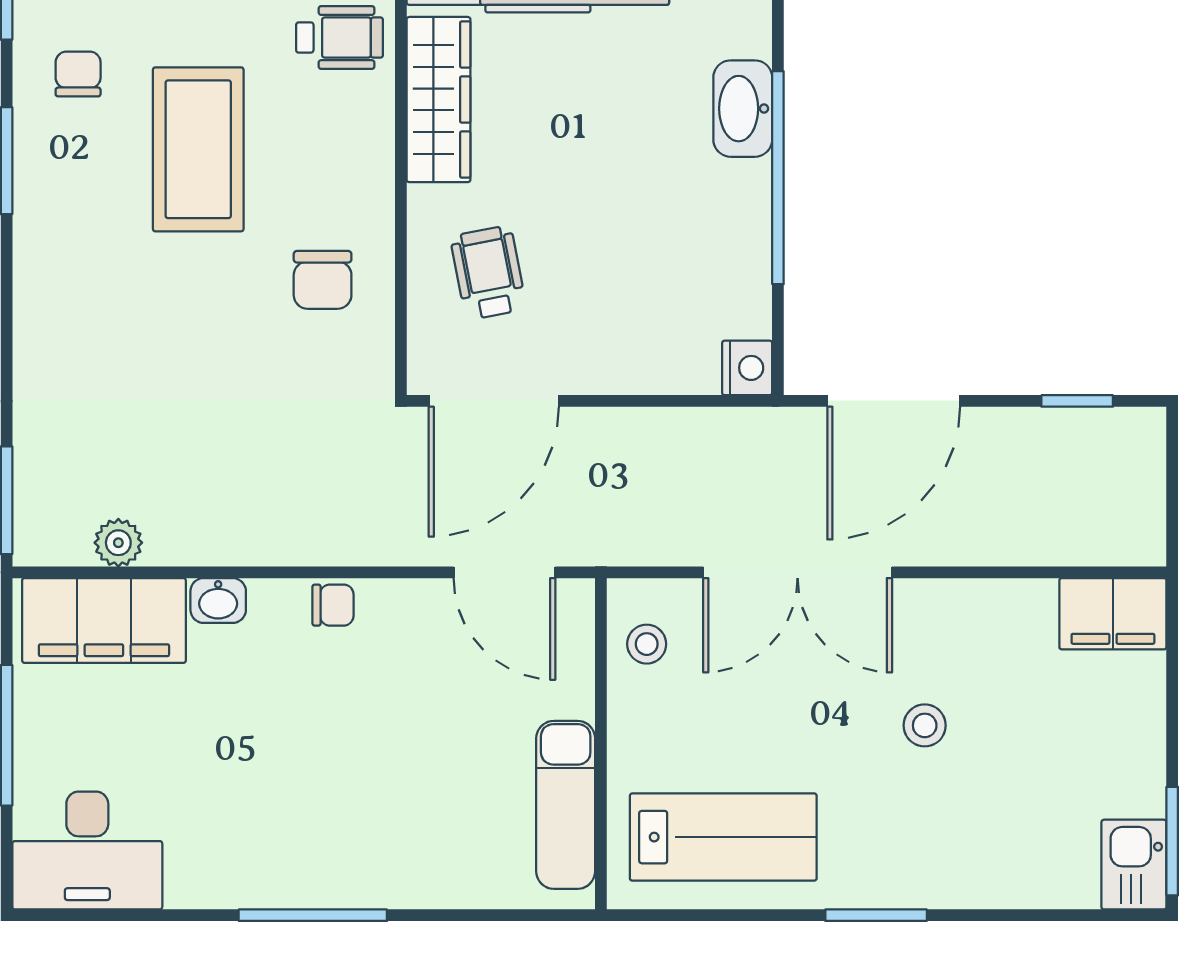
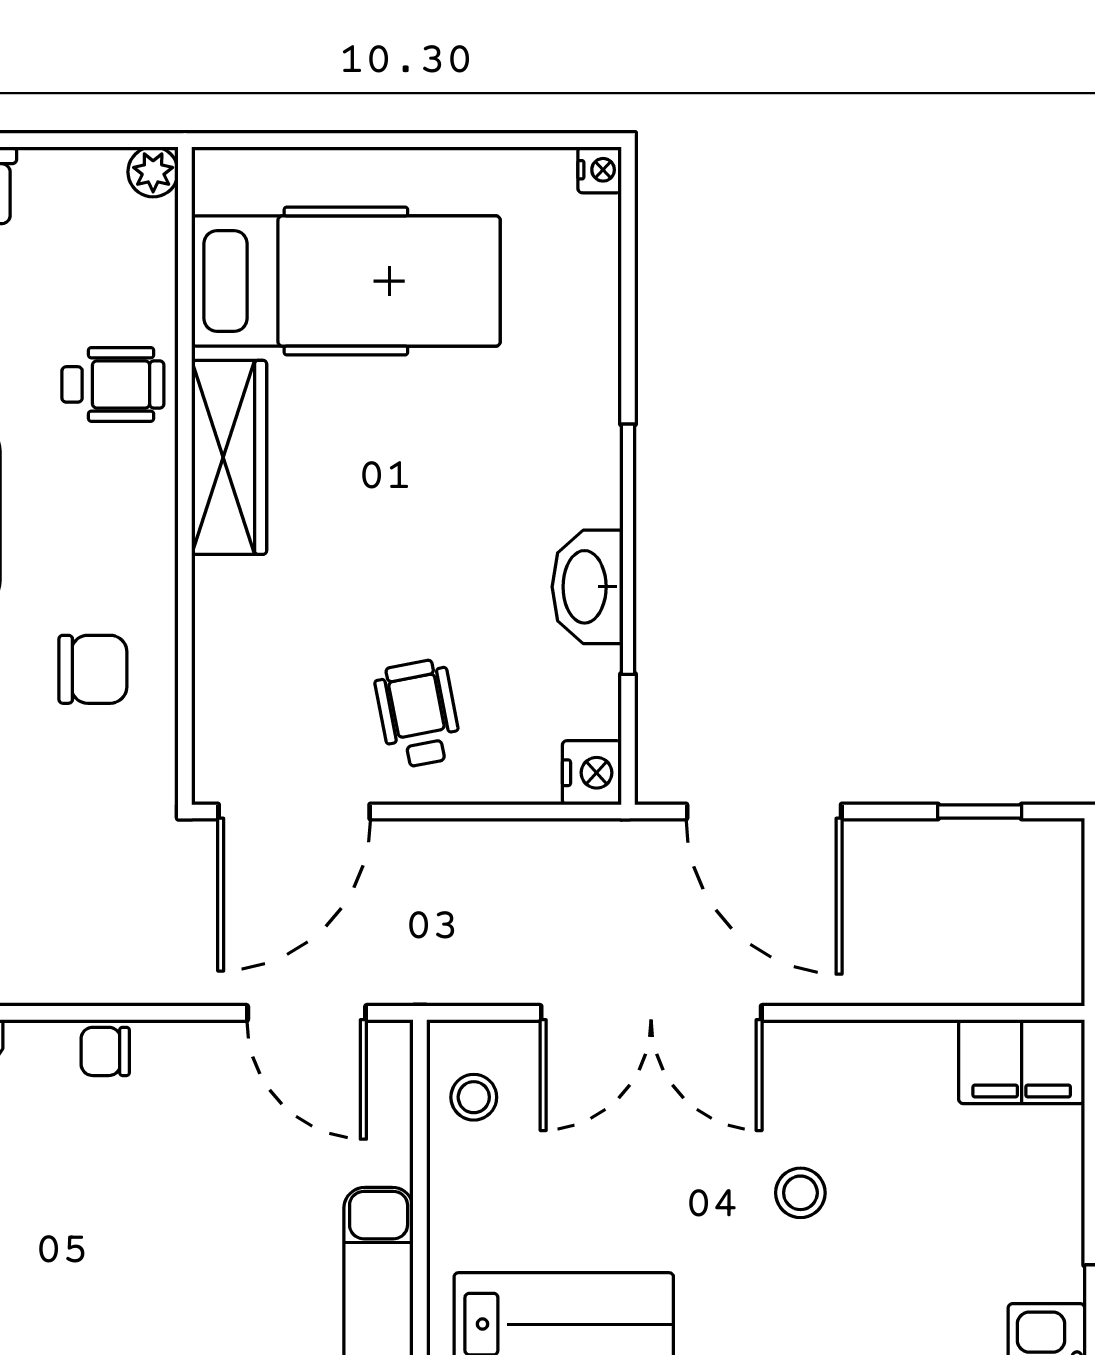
washbasin: (743, 109) -> (587, 587), moved
wheelchair: (488, 273) -> (418, 714), moved
chair: (323, 280) -> (93, 669), turned -90
door: (894, 401) -> (764, 811), hinge flipped
chair: (333, 605) -> (105, 1051), turned 180

